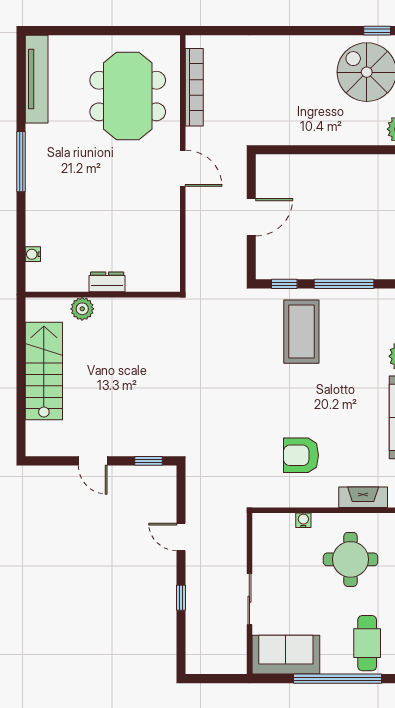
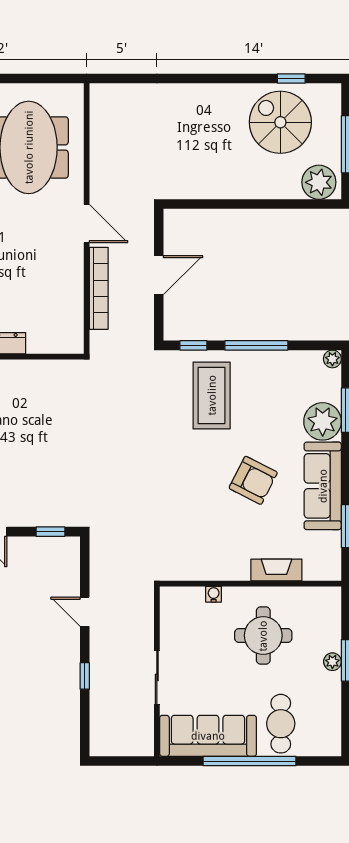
bookcase: (194, 87) -> (99, 288), moved
armchair: (301, 455) -> (253, 480), moved, turned -153
sofa: (286, 655) -> (208, 736), width x1.36

